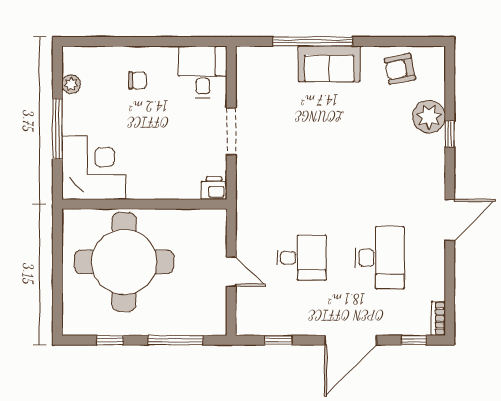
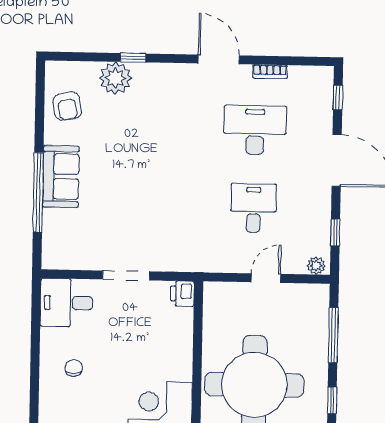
bookcase: (438, 318) -> (270, 72), moved
plant: (245, 322) -> (316, 266), added

